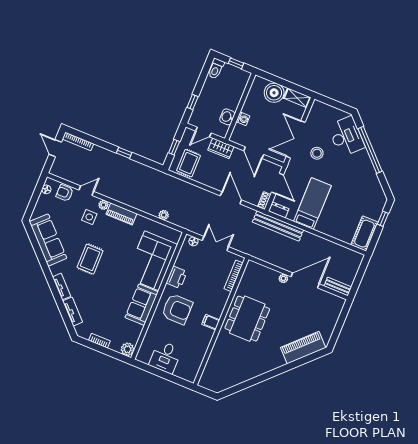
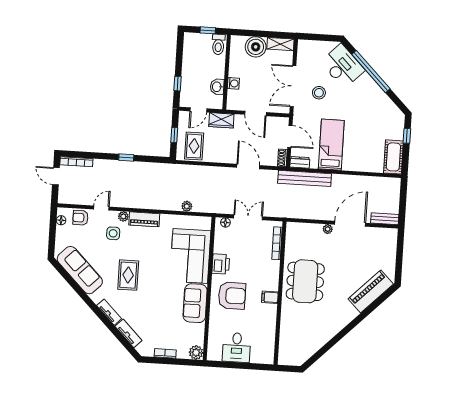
toilet: (216, 69) -> (218, 44), moved

